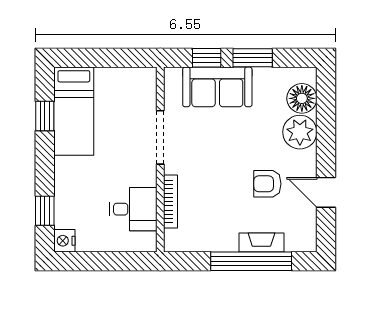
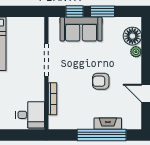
plant: (300, 132) -> (136, 52), width x0.53, depth x0.53
armchair: (267, 184) -> (101, 81), moved
desk: (133, 209) -> (30, 115), moved

